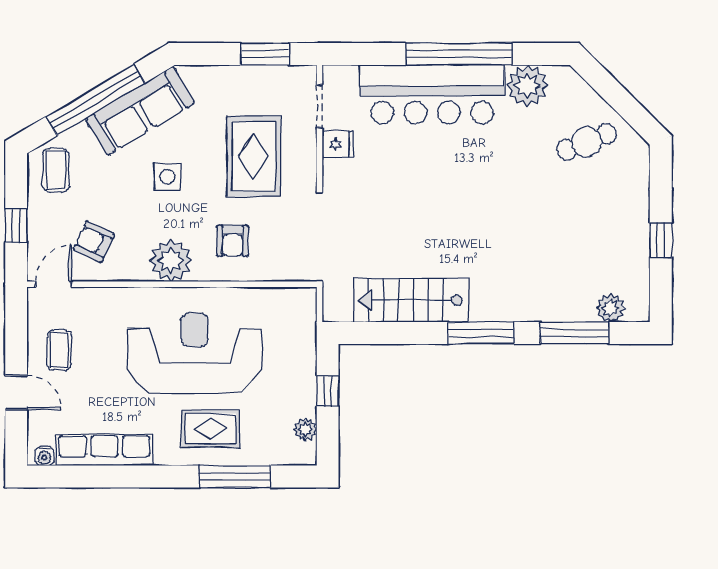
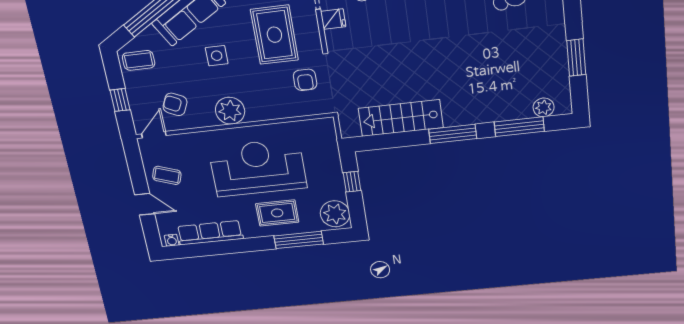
coffee table: (56, 170) -> (139, 60), turned 90
window: (661, 240) -> (576, 58), width x1.50
armchair: (232, 241) -> (305, 80), moved
coffee table: (59, 350) -> (167, 175), turned -71
plant: (305, 430) -> (335, 214), width x1.88, depth x1.88

